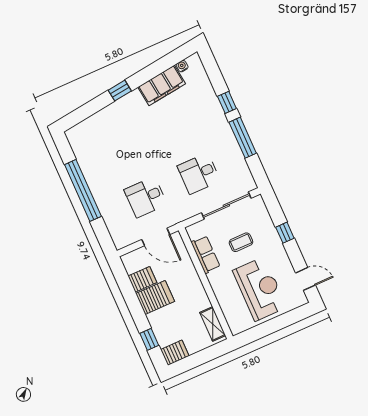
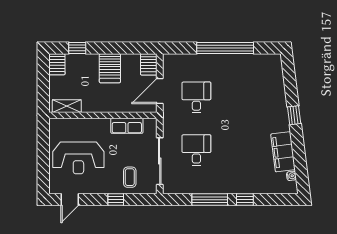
coffee table: (241, 242) -> (130, 177), moved
server rack: (142, 279) -> (149, 64), moved

